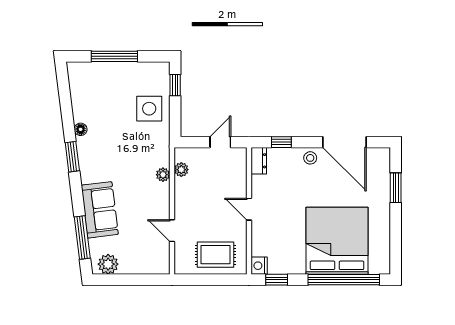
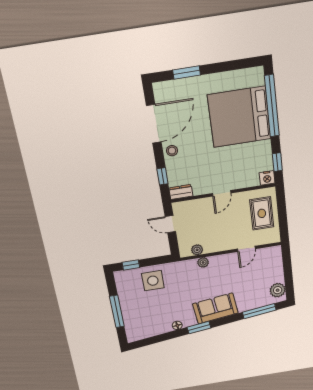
sofa: (100, 210) -> (215, 308), moved

